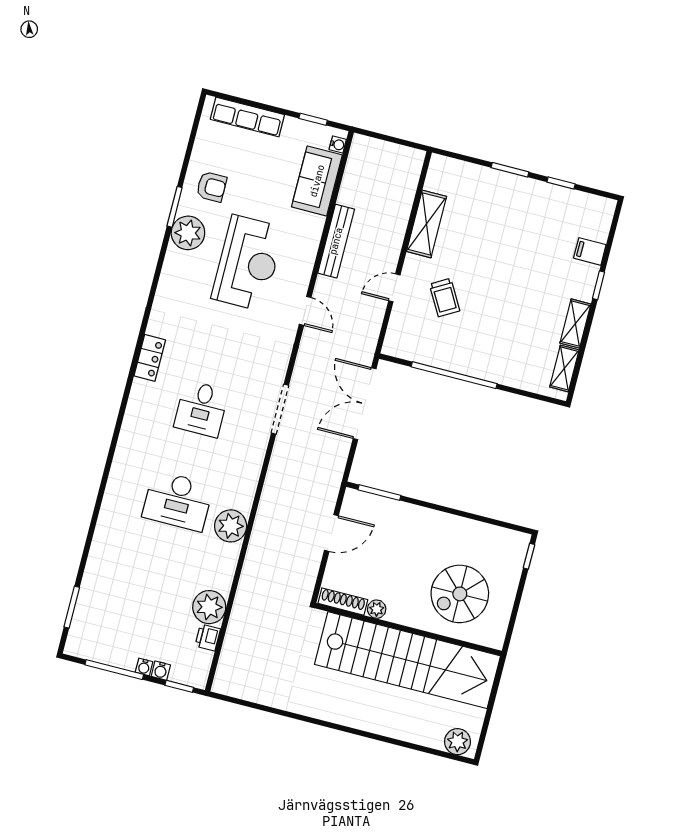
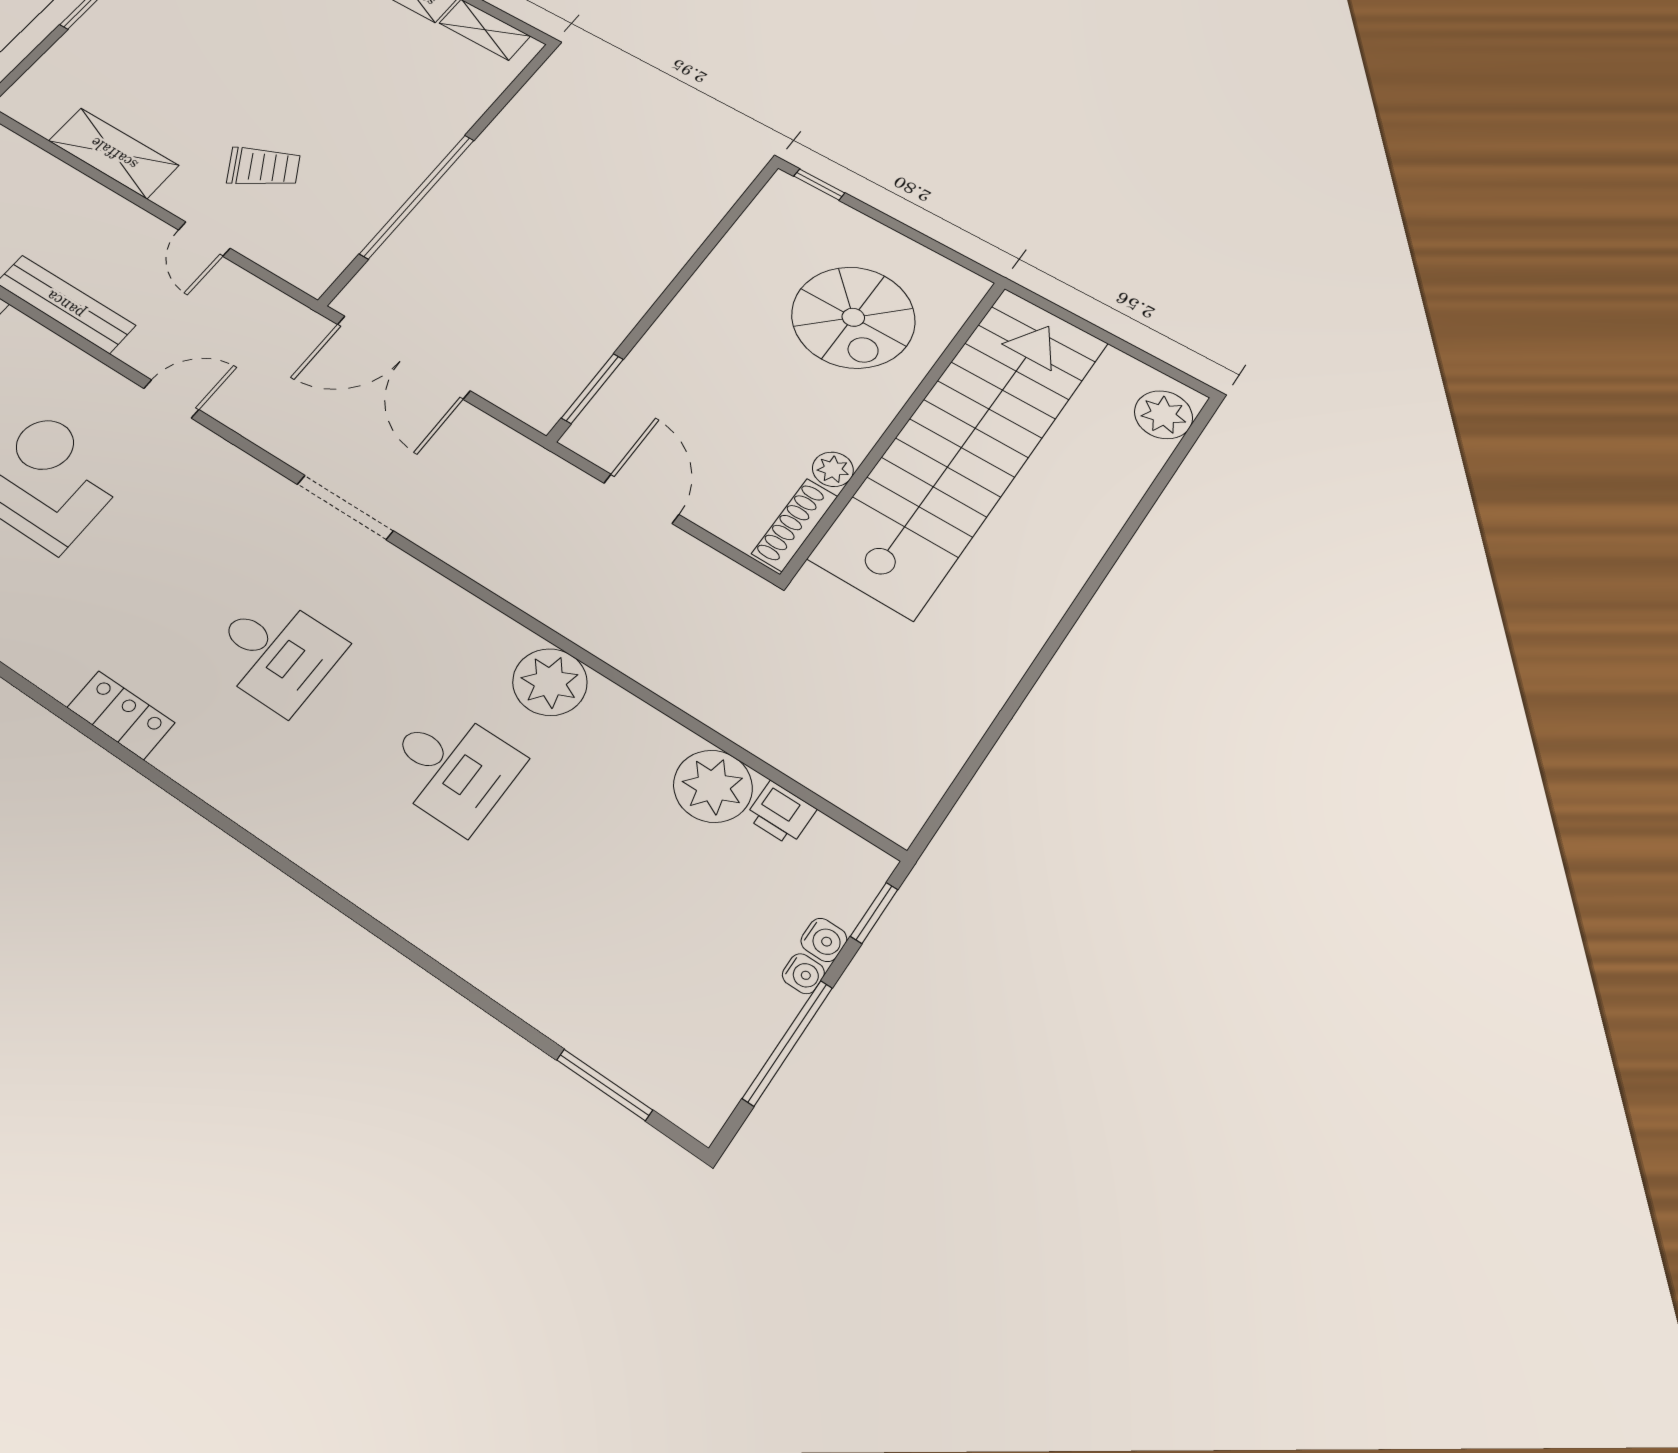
desk: (178, 501) -> (452, 768), width x0.73

